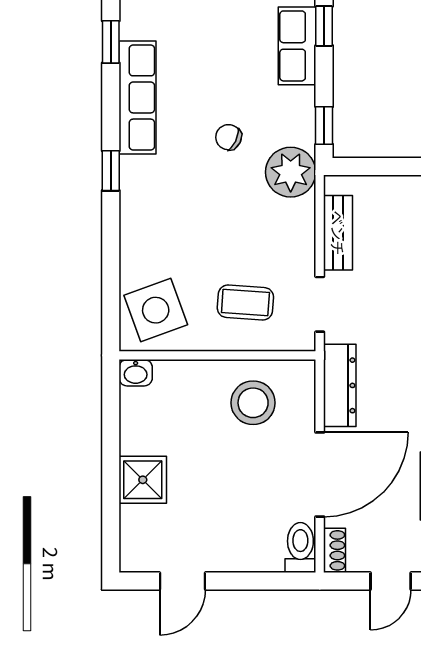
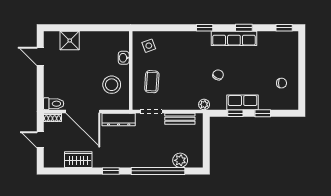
window: (111, 42) -> (244, 28), moved
row of seats: (297, 46) -> (243, 102), moved
window: (324, 126) -> (235, 113), moved
plant: (291, 172) -> (204, 104), width x0.53, depth x0.53
side table: (156, 310) -> (149, 46), width x0.54, depth x0.54
washbasin: (136, 373) -> (124, 58), moved
shower: (143, 480) -> (70, 40), moved

